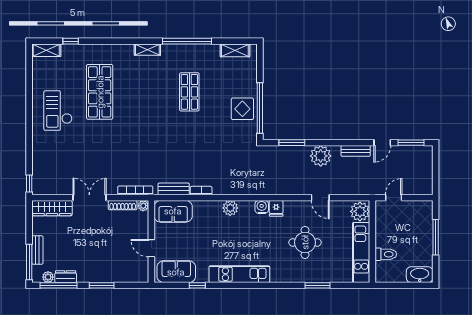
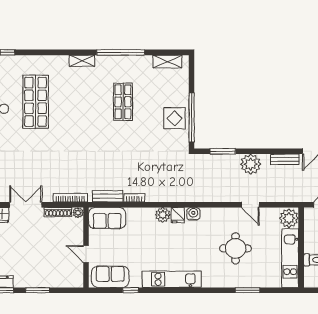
fridge: (276, 208) -> (178, 215), moved

